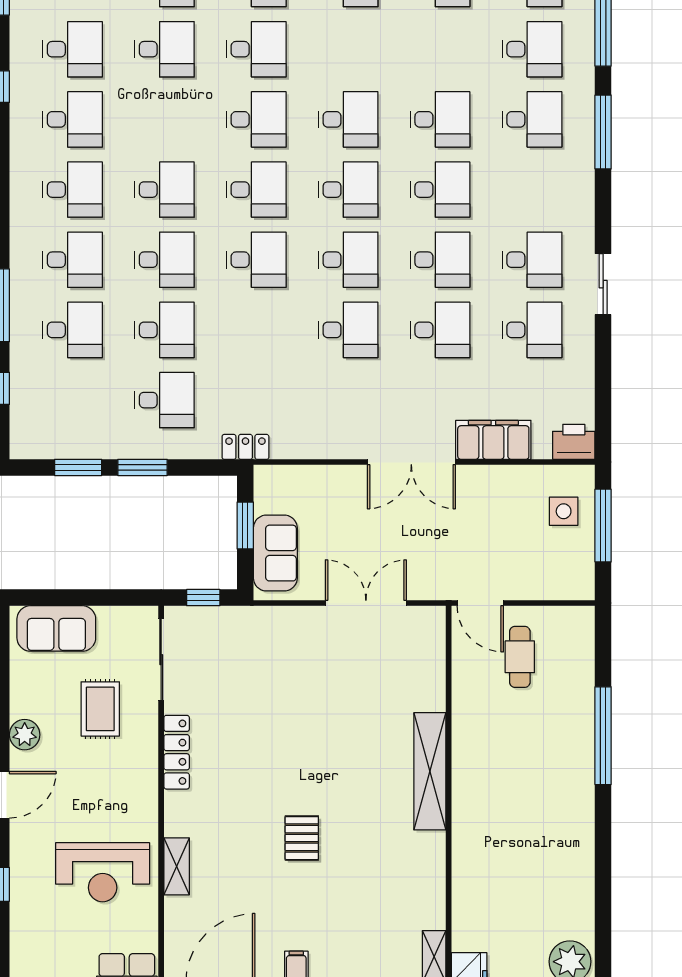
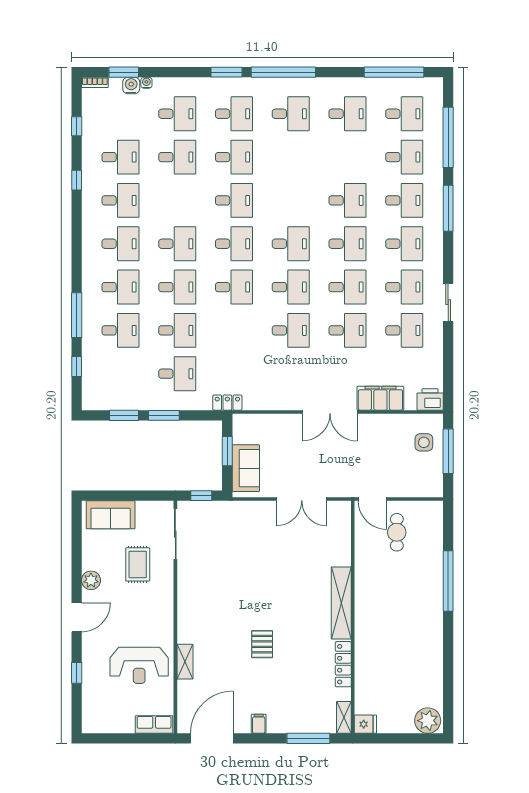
desk: (348, 119) -> (404, 244), moved
double door: (366, 603) -> (302, 499), swing flipped
locker: (177, 752) -> (343, 664), moved, turned 180

